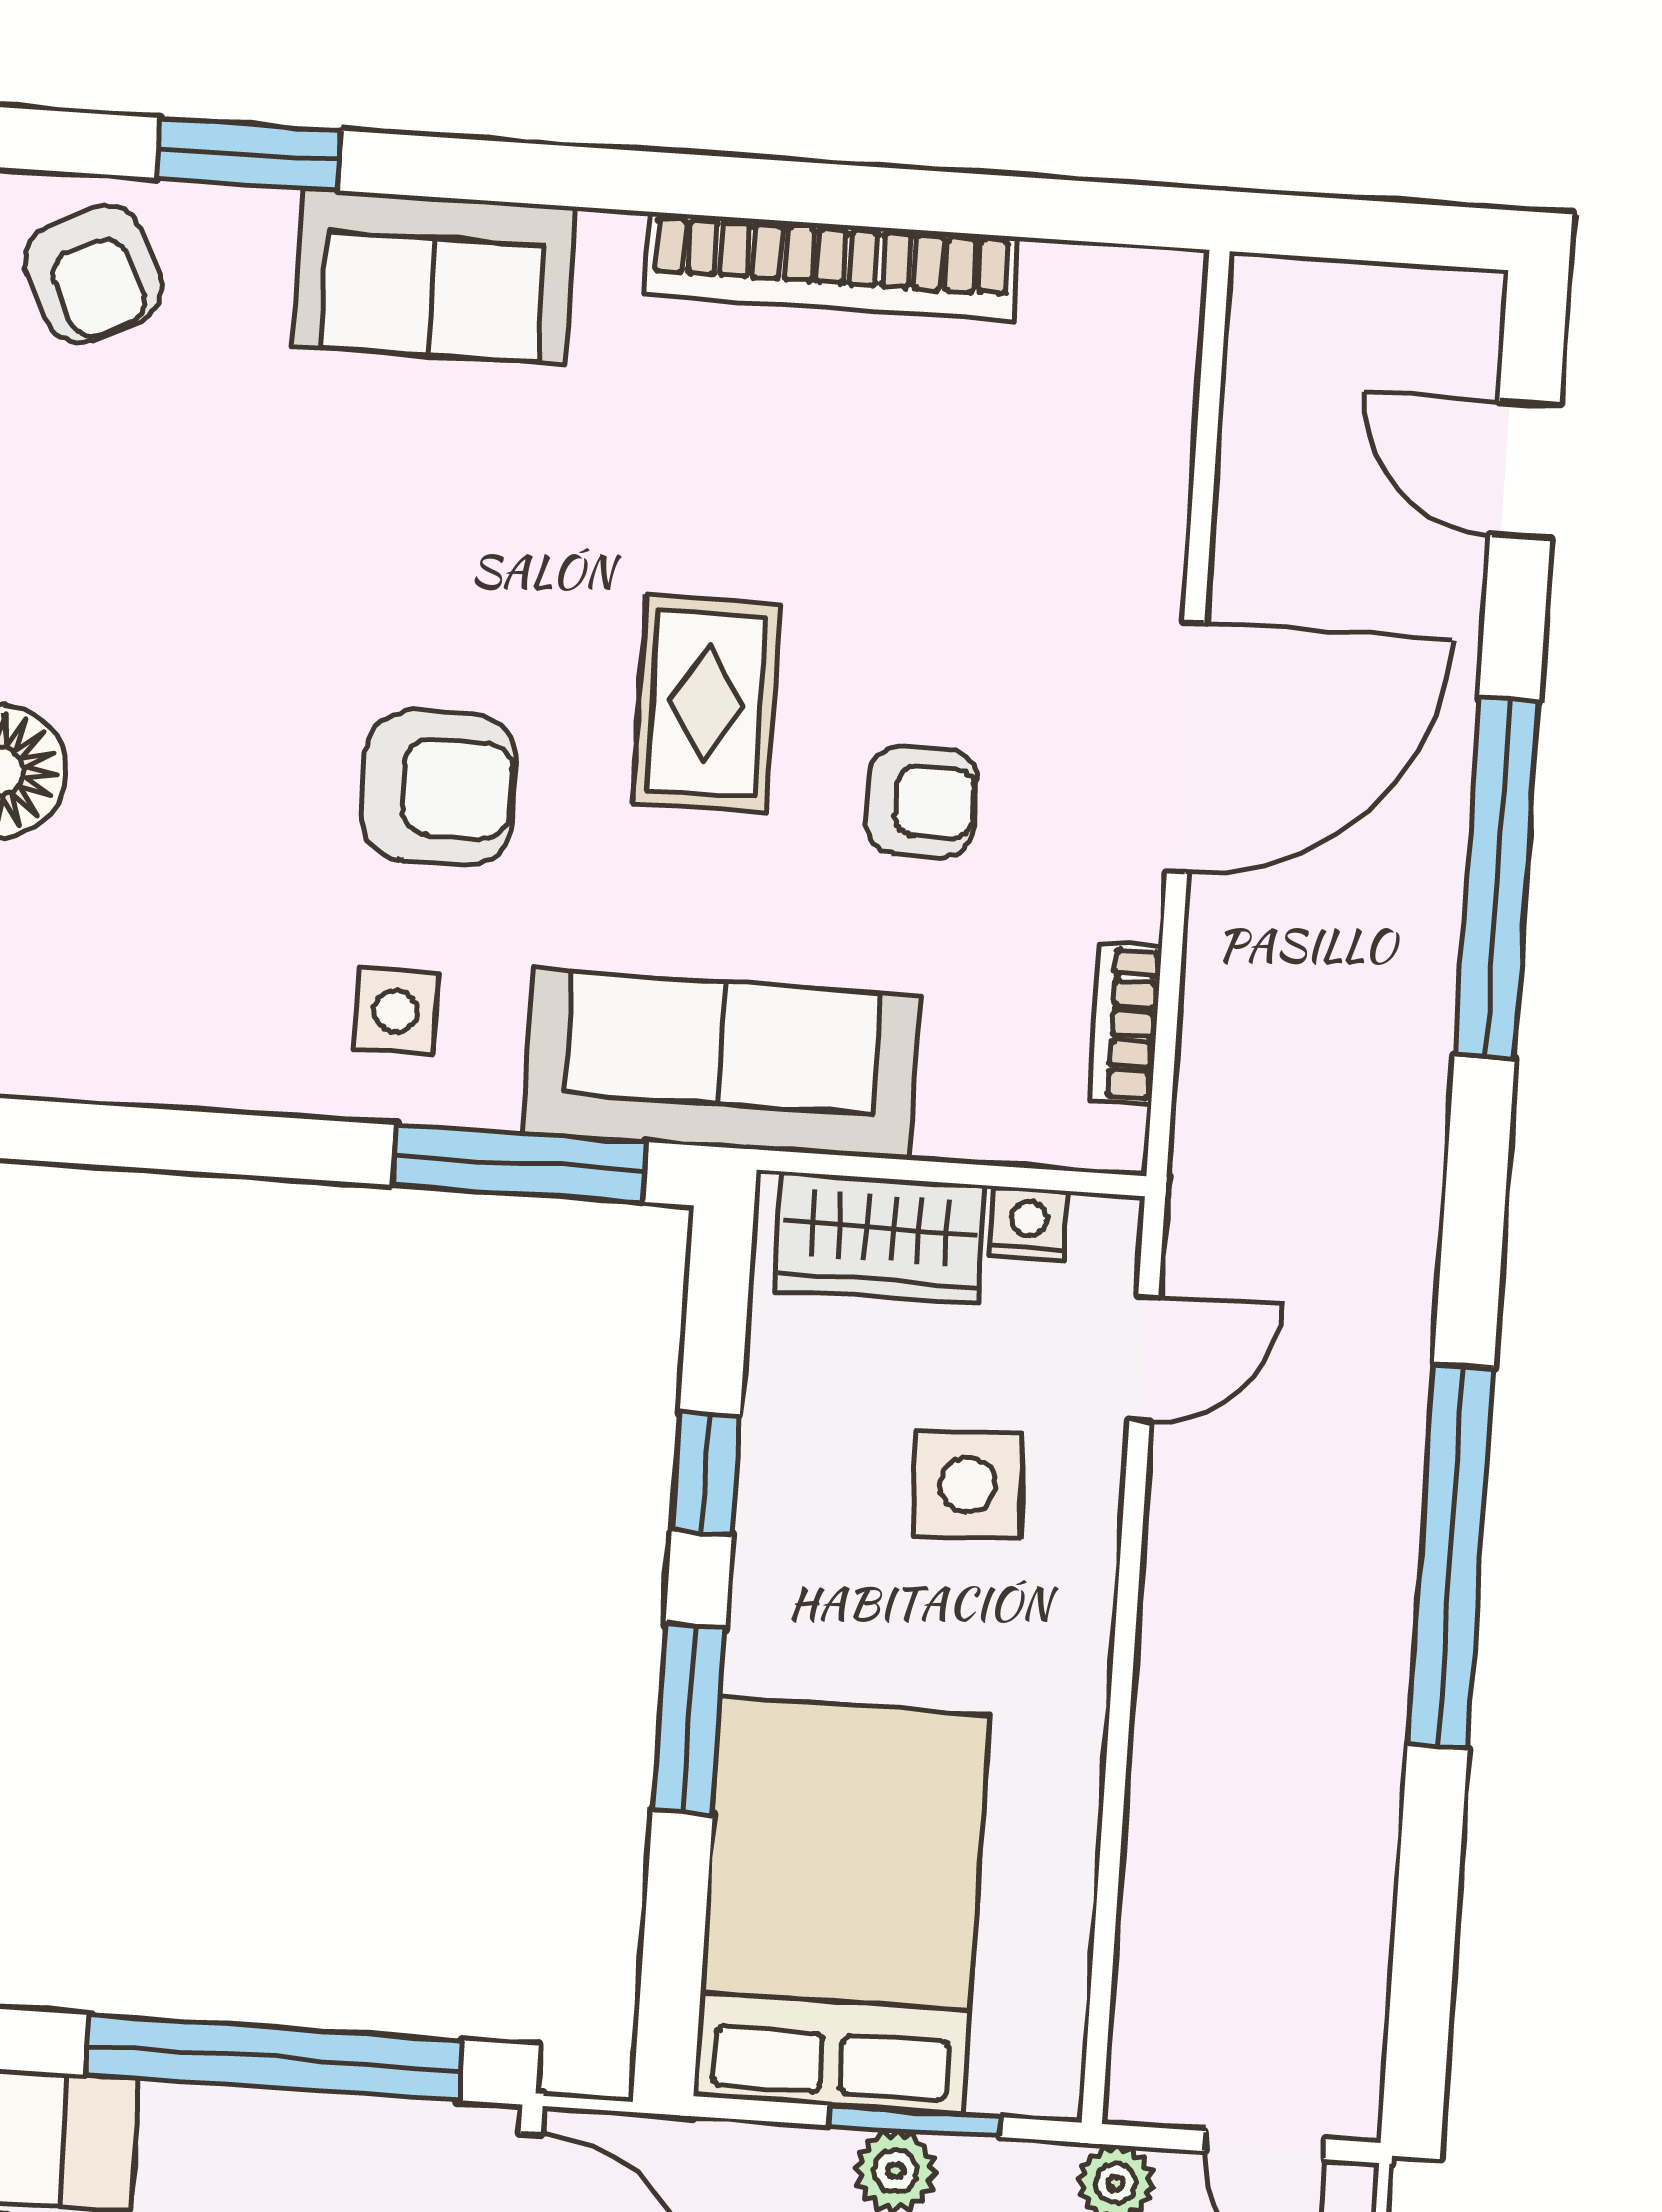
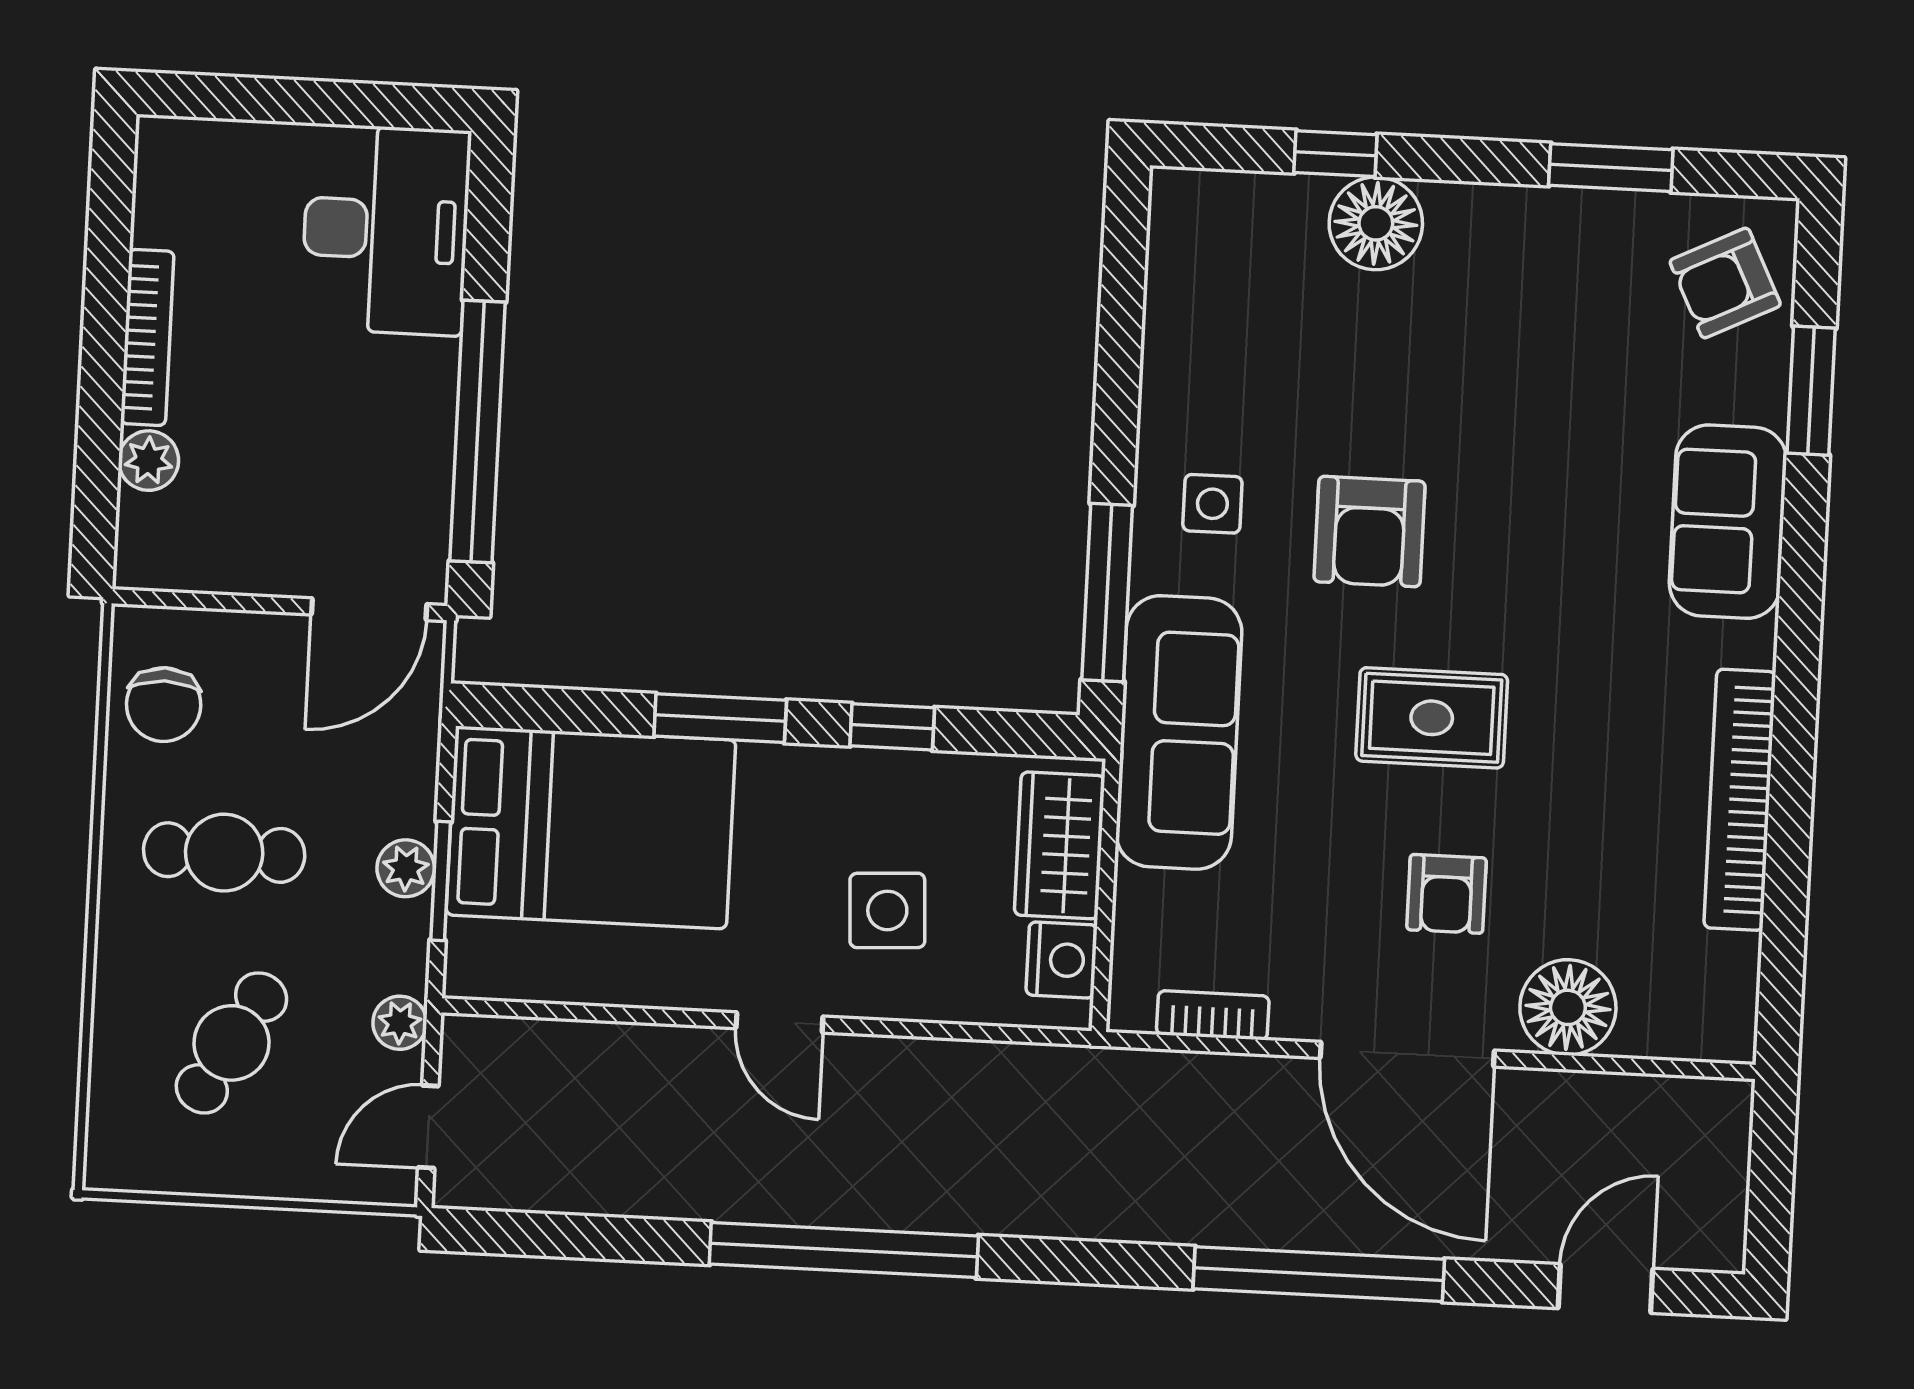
floor lamp: (1123, 517) -> (1568, 1007), added
armchair: (922, 801) -> (1447, 894), moved
nightstand: (1029, 1224) -> (1062, 960), width x1.39, depth x1.35
door: (1144, 1358) -> (779, 1022), moved

